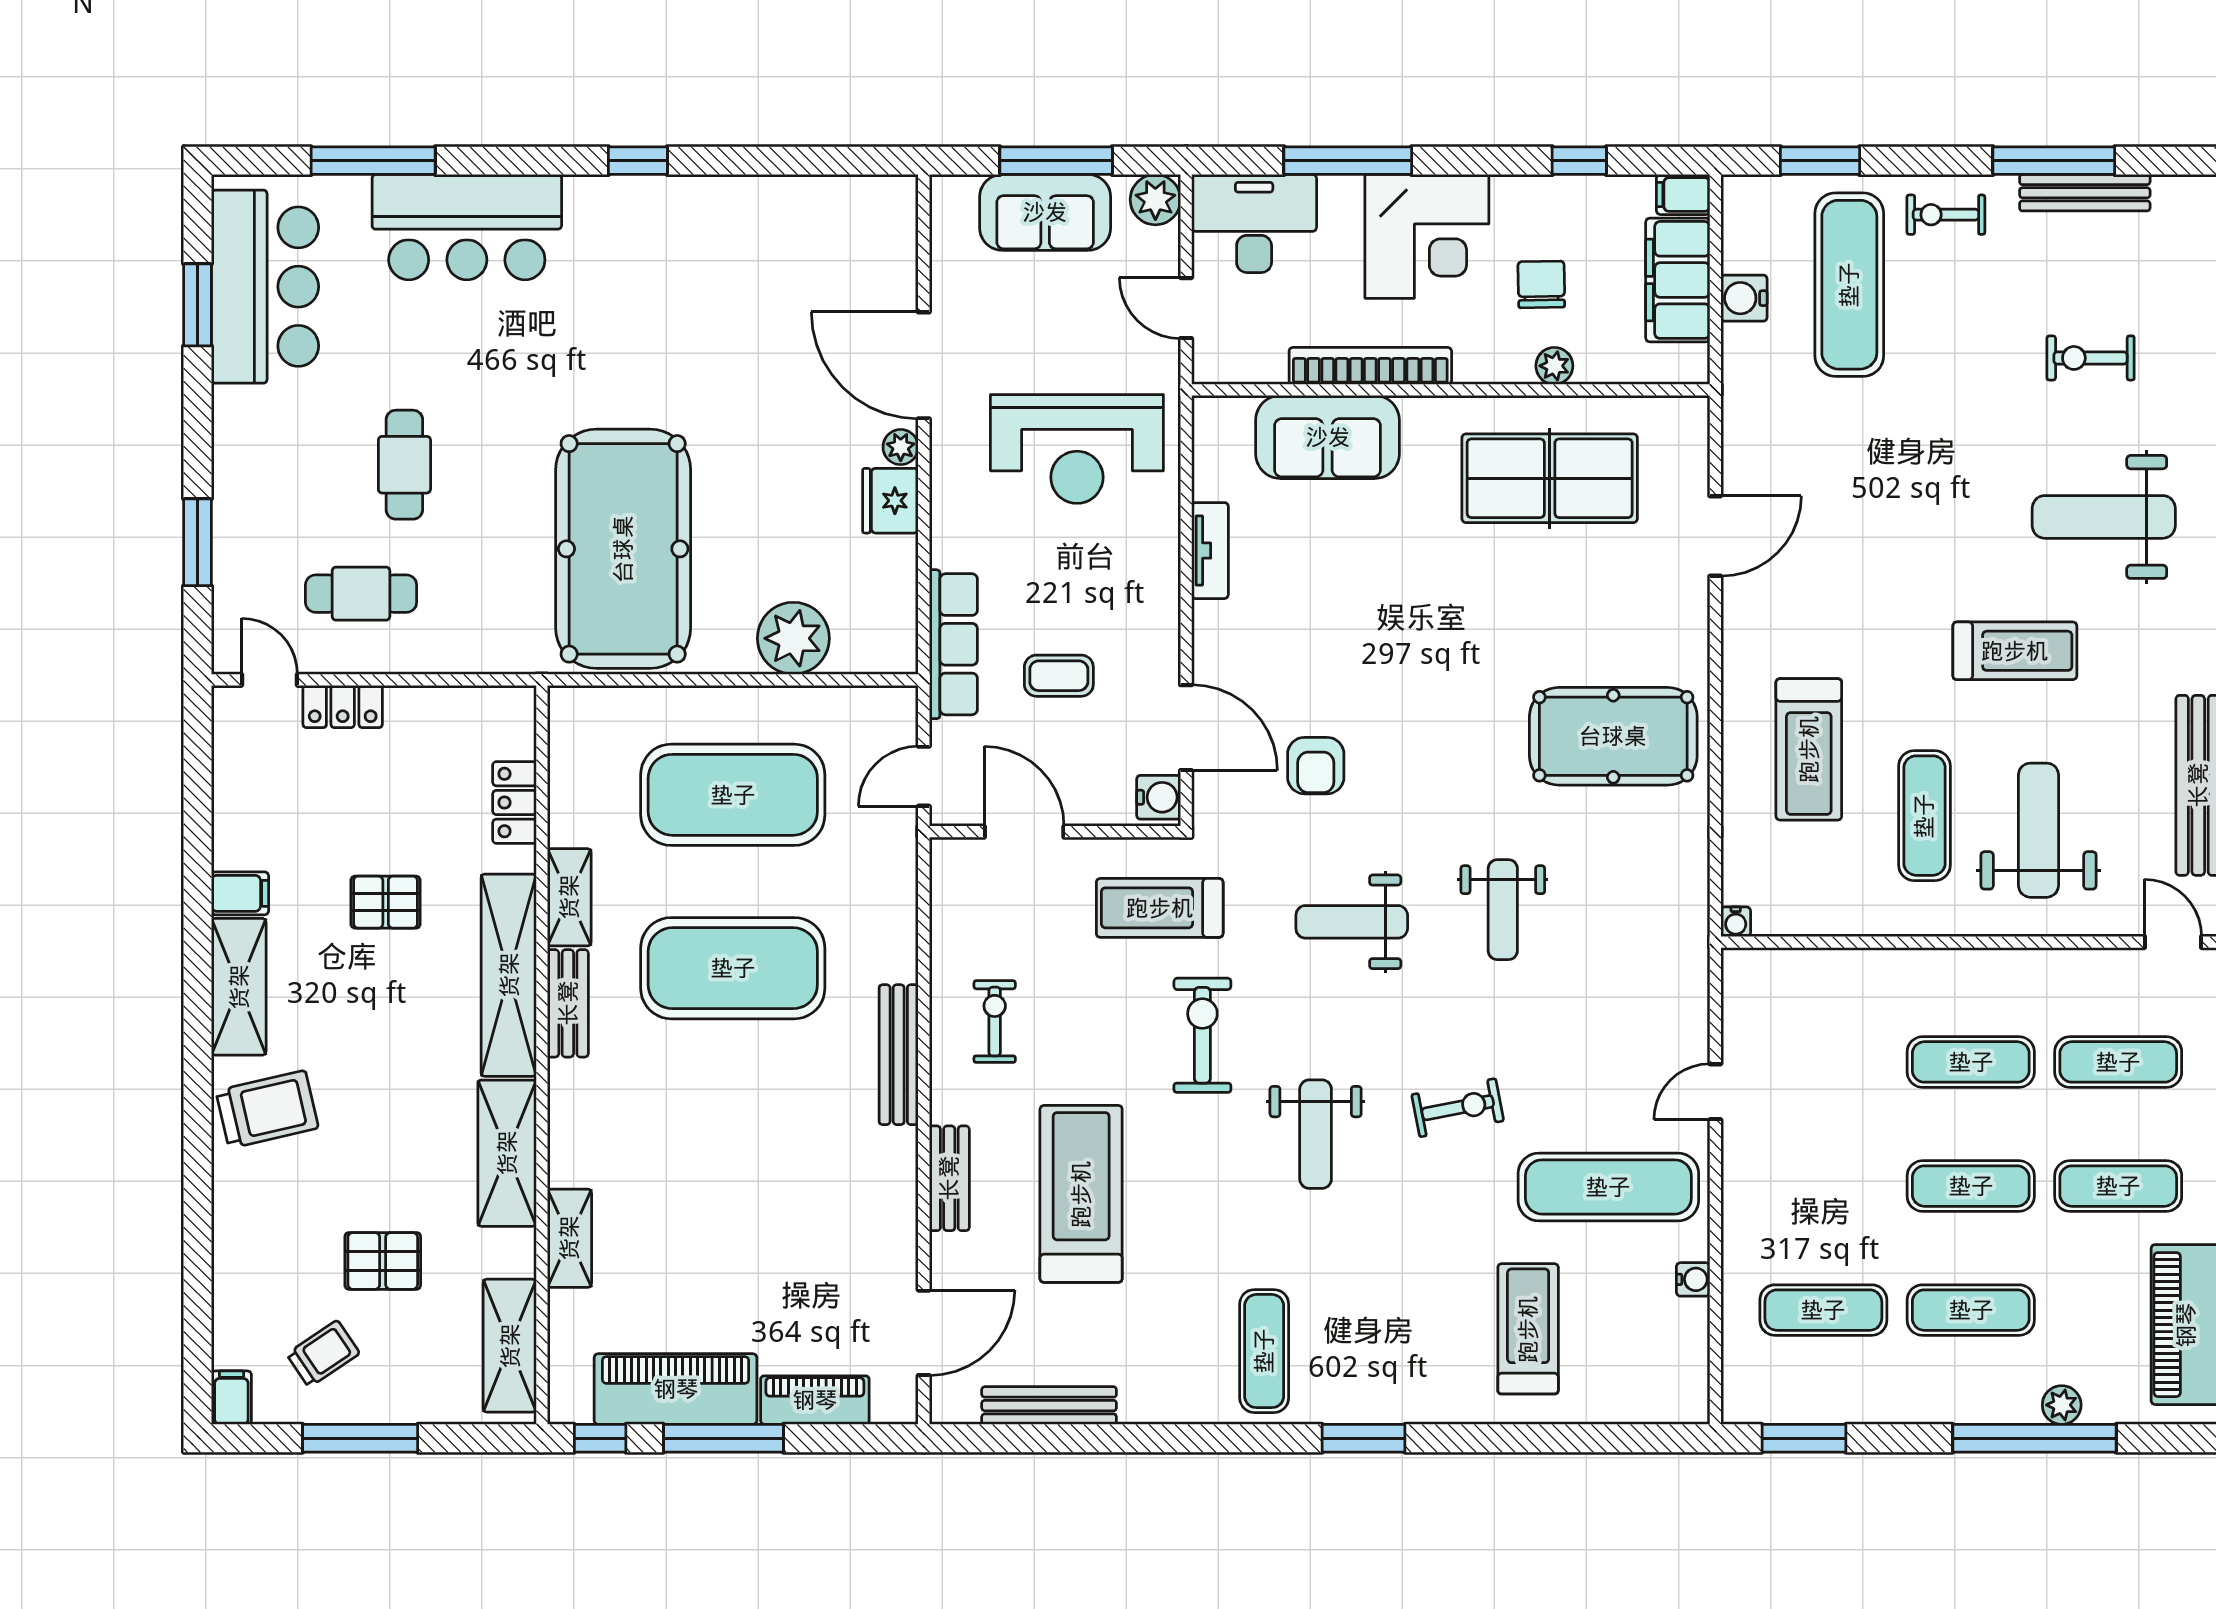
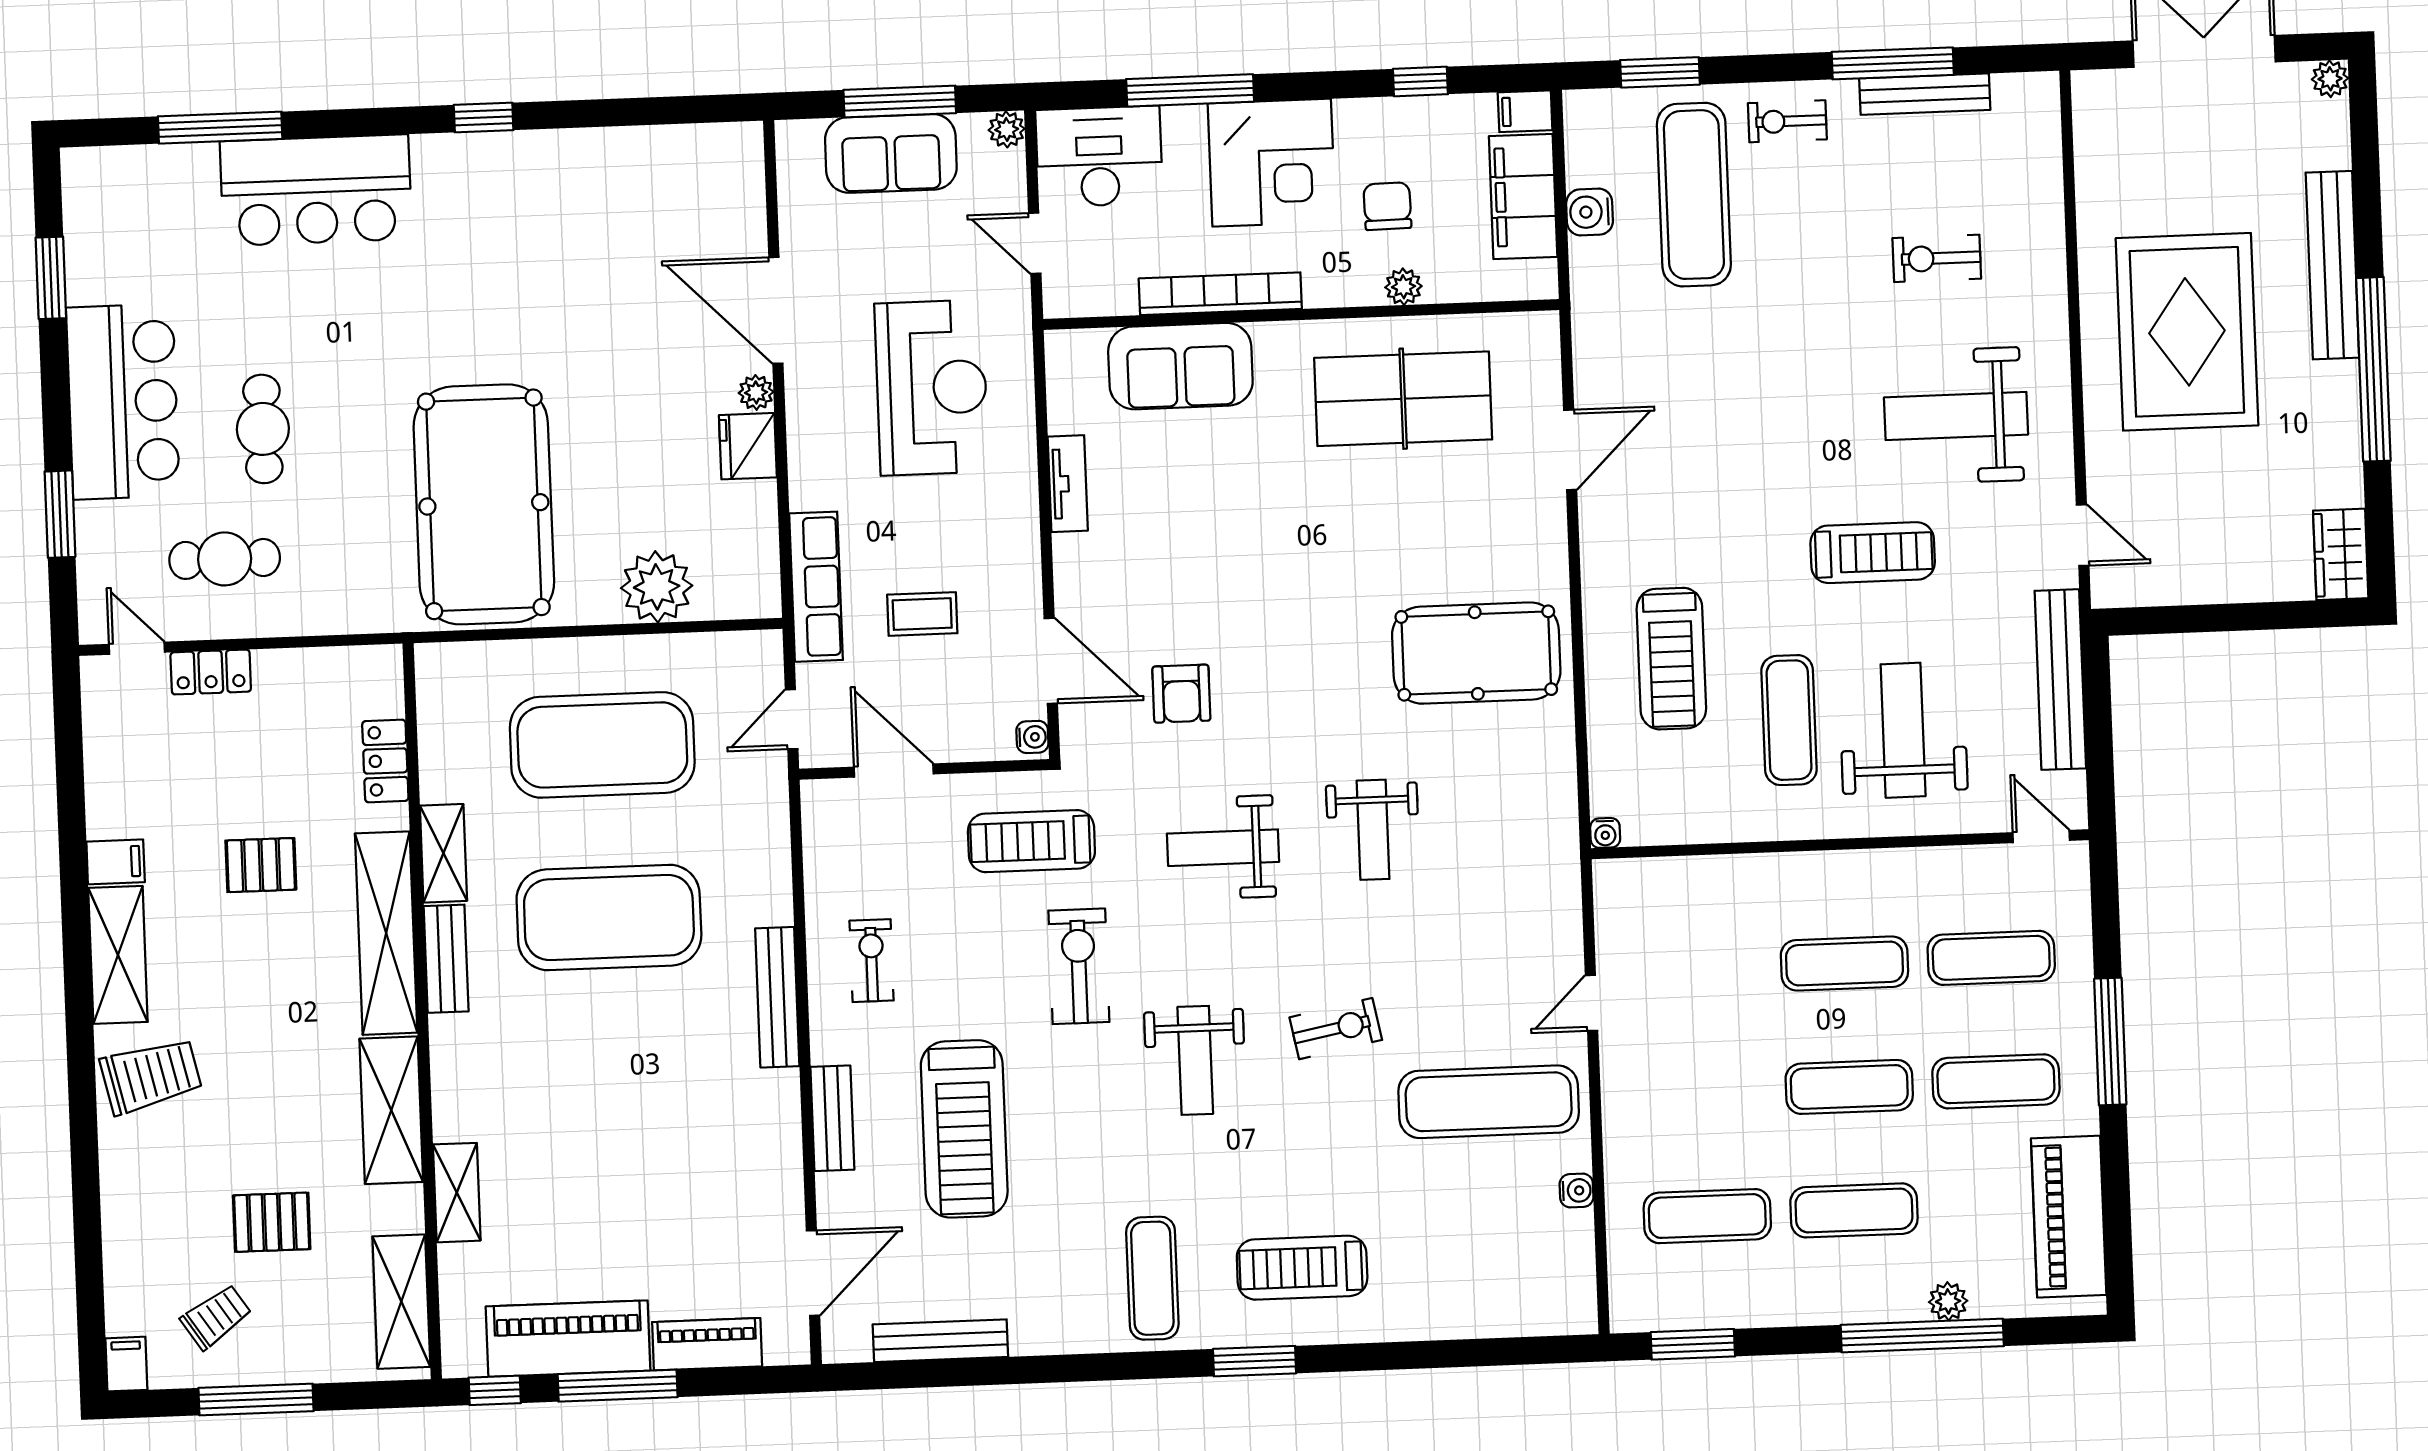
plant: (1155, 200) -> (1007, 129), width x0.73, depth x0.73
bar counter: (265, 287) -> (123, 402), moved
reception desk: (1077, 449) -> (932, 388), turned -90
water cooler: (1159, 797) -> (1032, 737), width x0.72, depth x0.72
treadmill: (1081, 1194) -> (964, 1129), turned 180
treadmill: (1528, 1329) -> (1302, 1268), moved, turned -90

